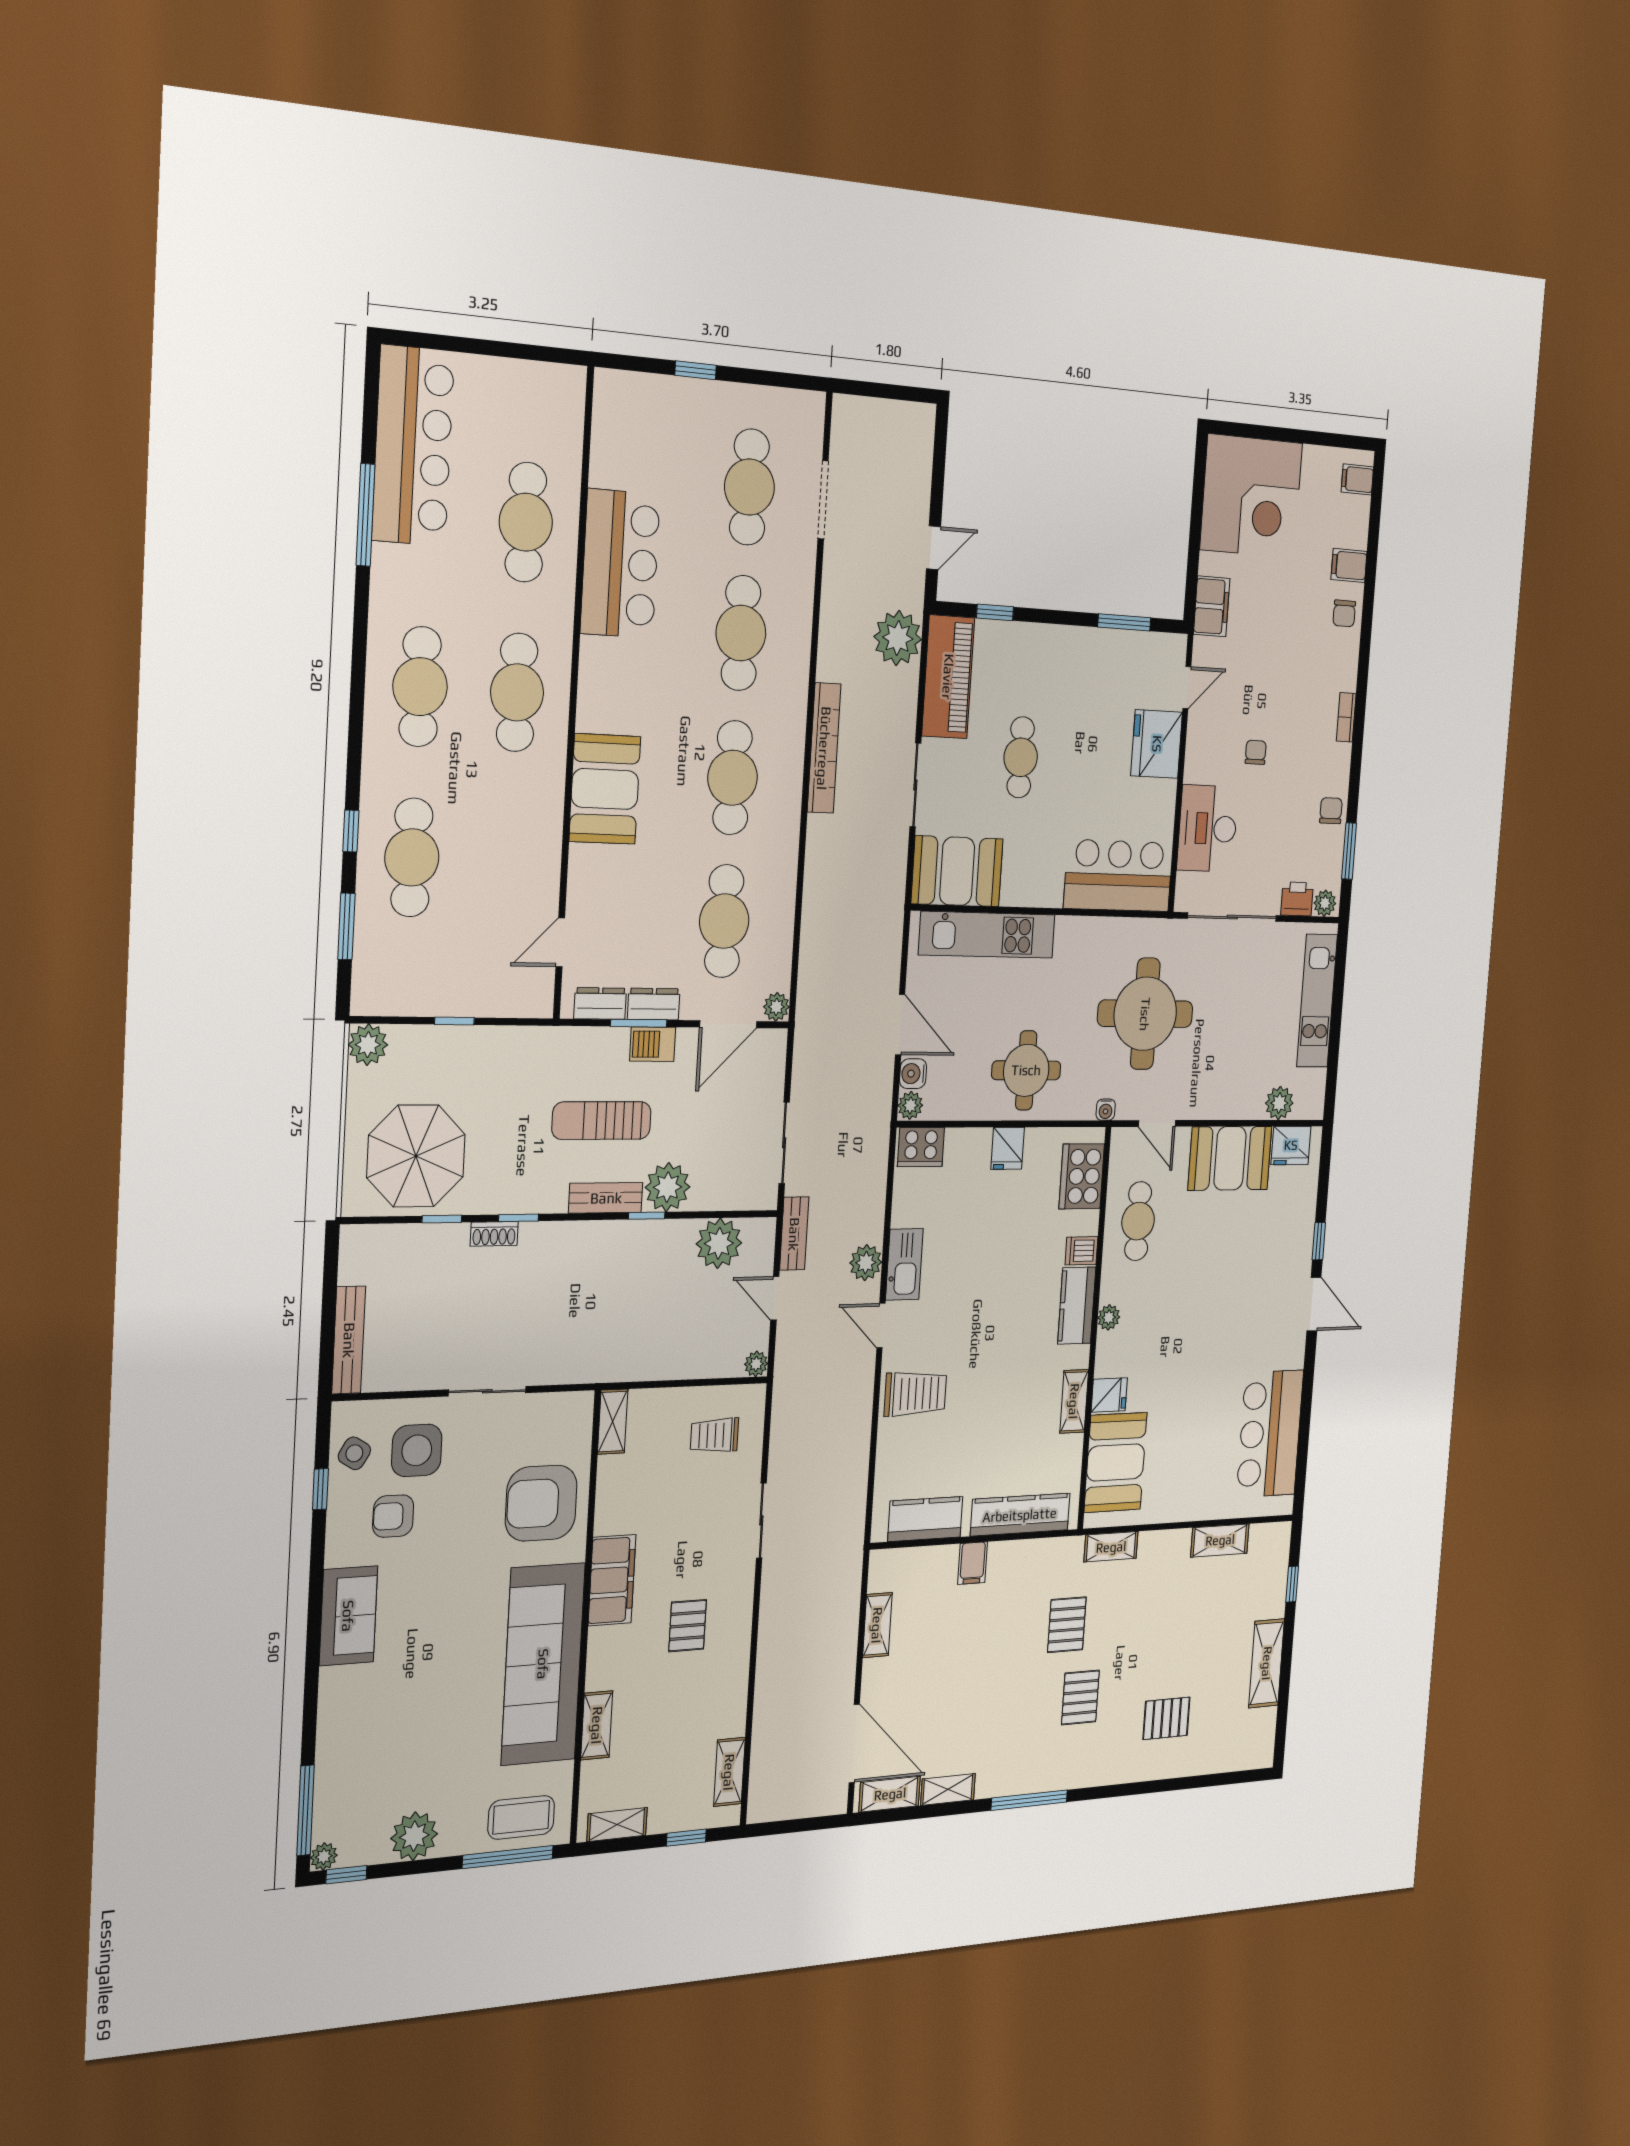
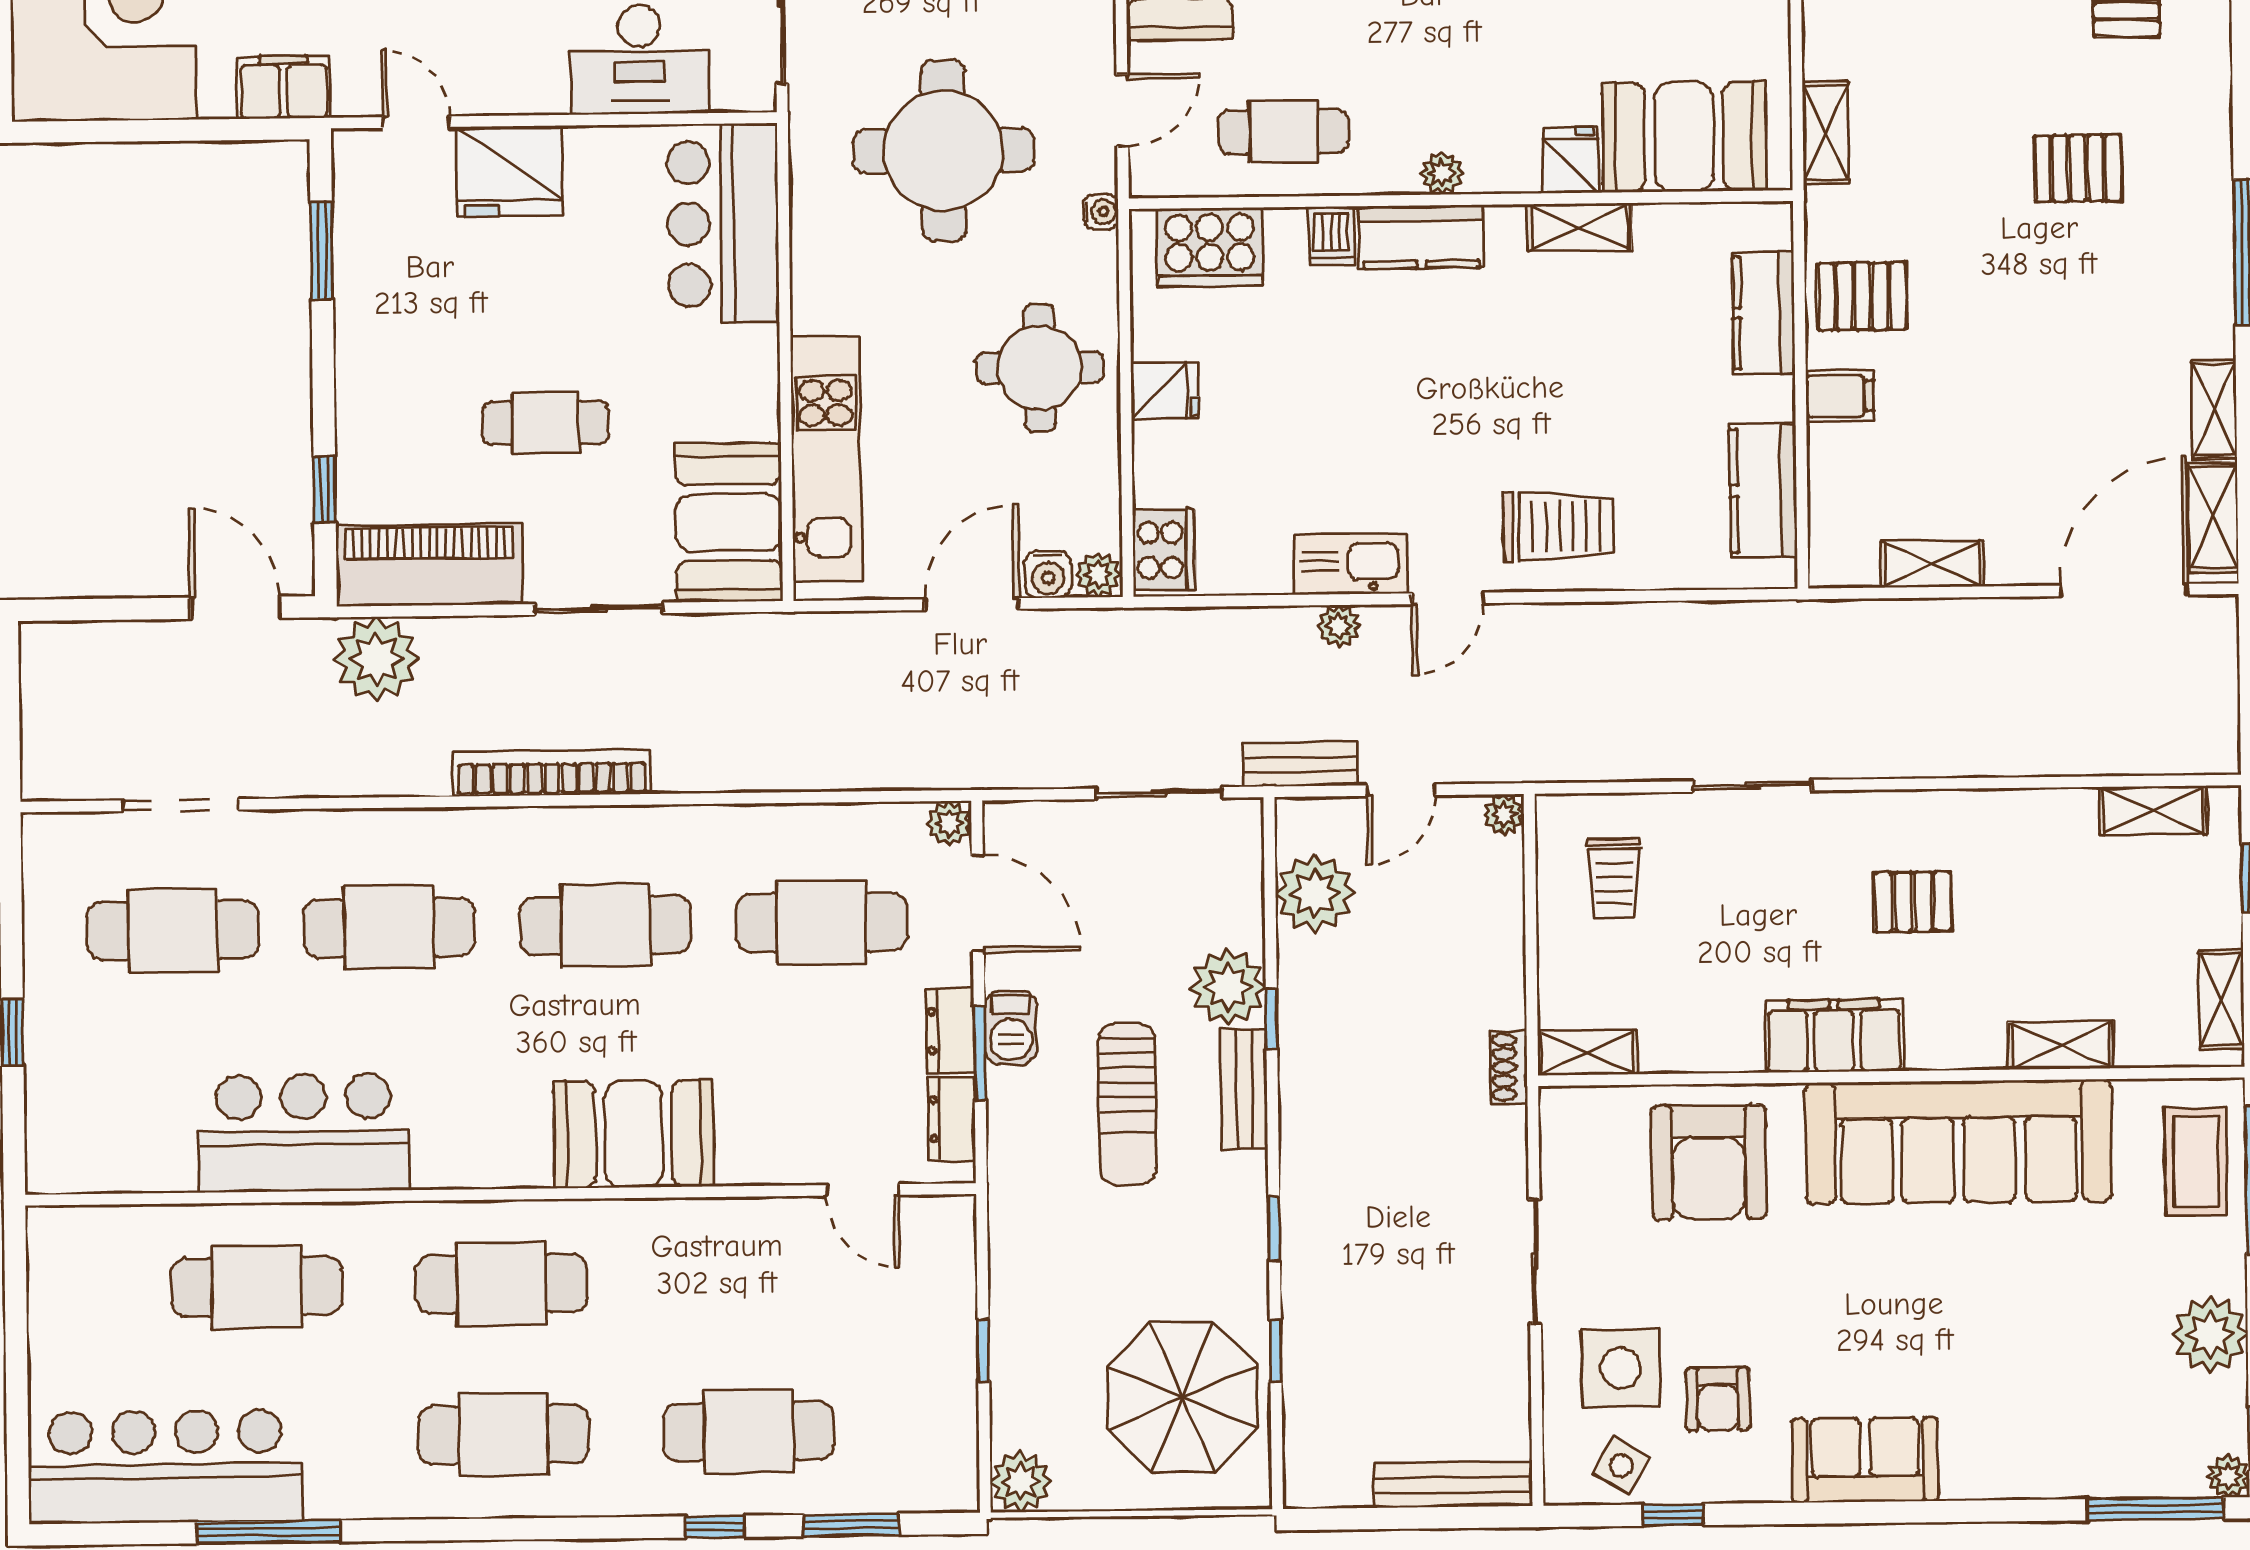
door: (934, 548) -> (235, 608), width x1.38
shoe rack: (494, 1234) -> (1509, 1067), moved, turned 180
plant: (866, 1263) -> (1339, 626), width x0.73, depth x0.73
trolley: (915, 1394) -> (1559, 526), turned 90
kitchen counter: (1020, 1515) -> (1764, 313), width x0.67
pallet: (1067, 1625) -> (1862, 296), moved

